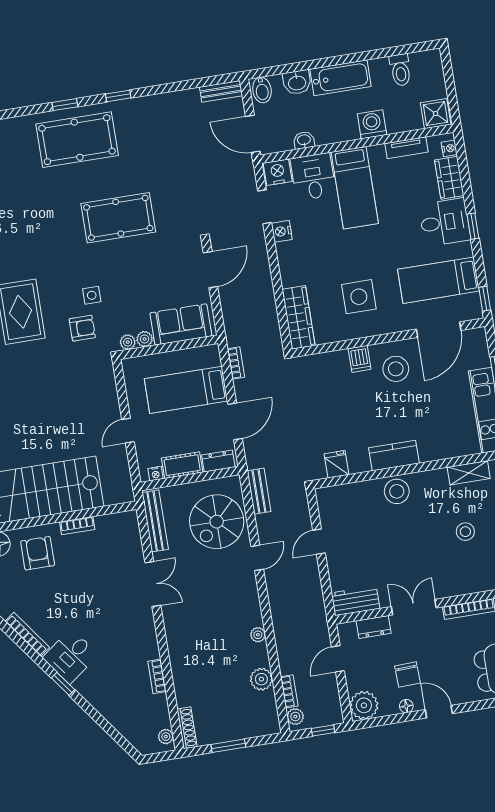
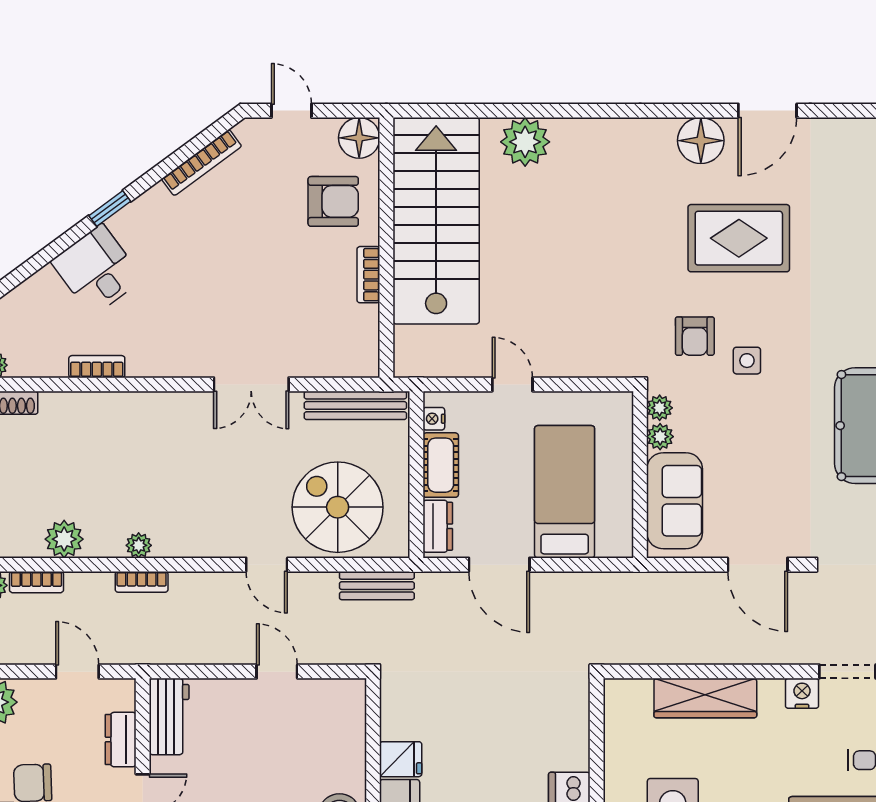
wardrobe: (299, 317) -> (705, 698), moved
bookcase: (236, 363) -> (142, 582), moved
fridge: (336, 464) -> (401, 759), moved
desk: (71, 656) -> (97, 270), moved

